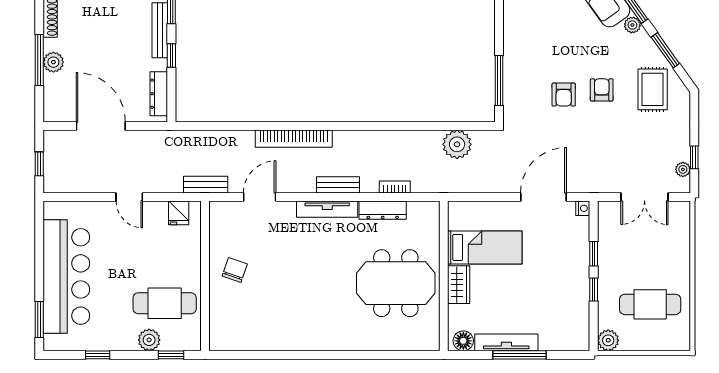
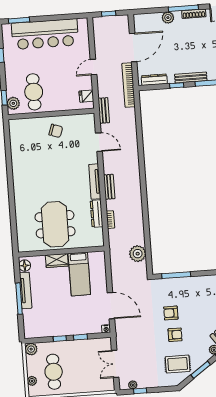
window: (39, 60) -> (183, 8), moved
bookcase: (294, 139) -> (129, 85), moved
plant: (149, 340) -> (13, 103), moved
plant: (663, 343) -> (32, 381), added

